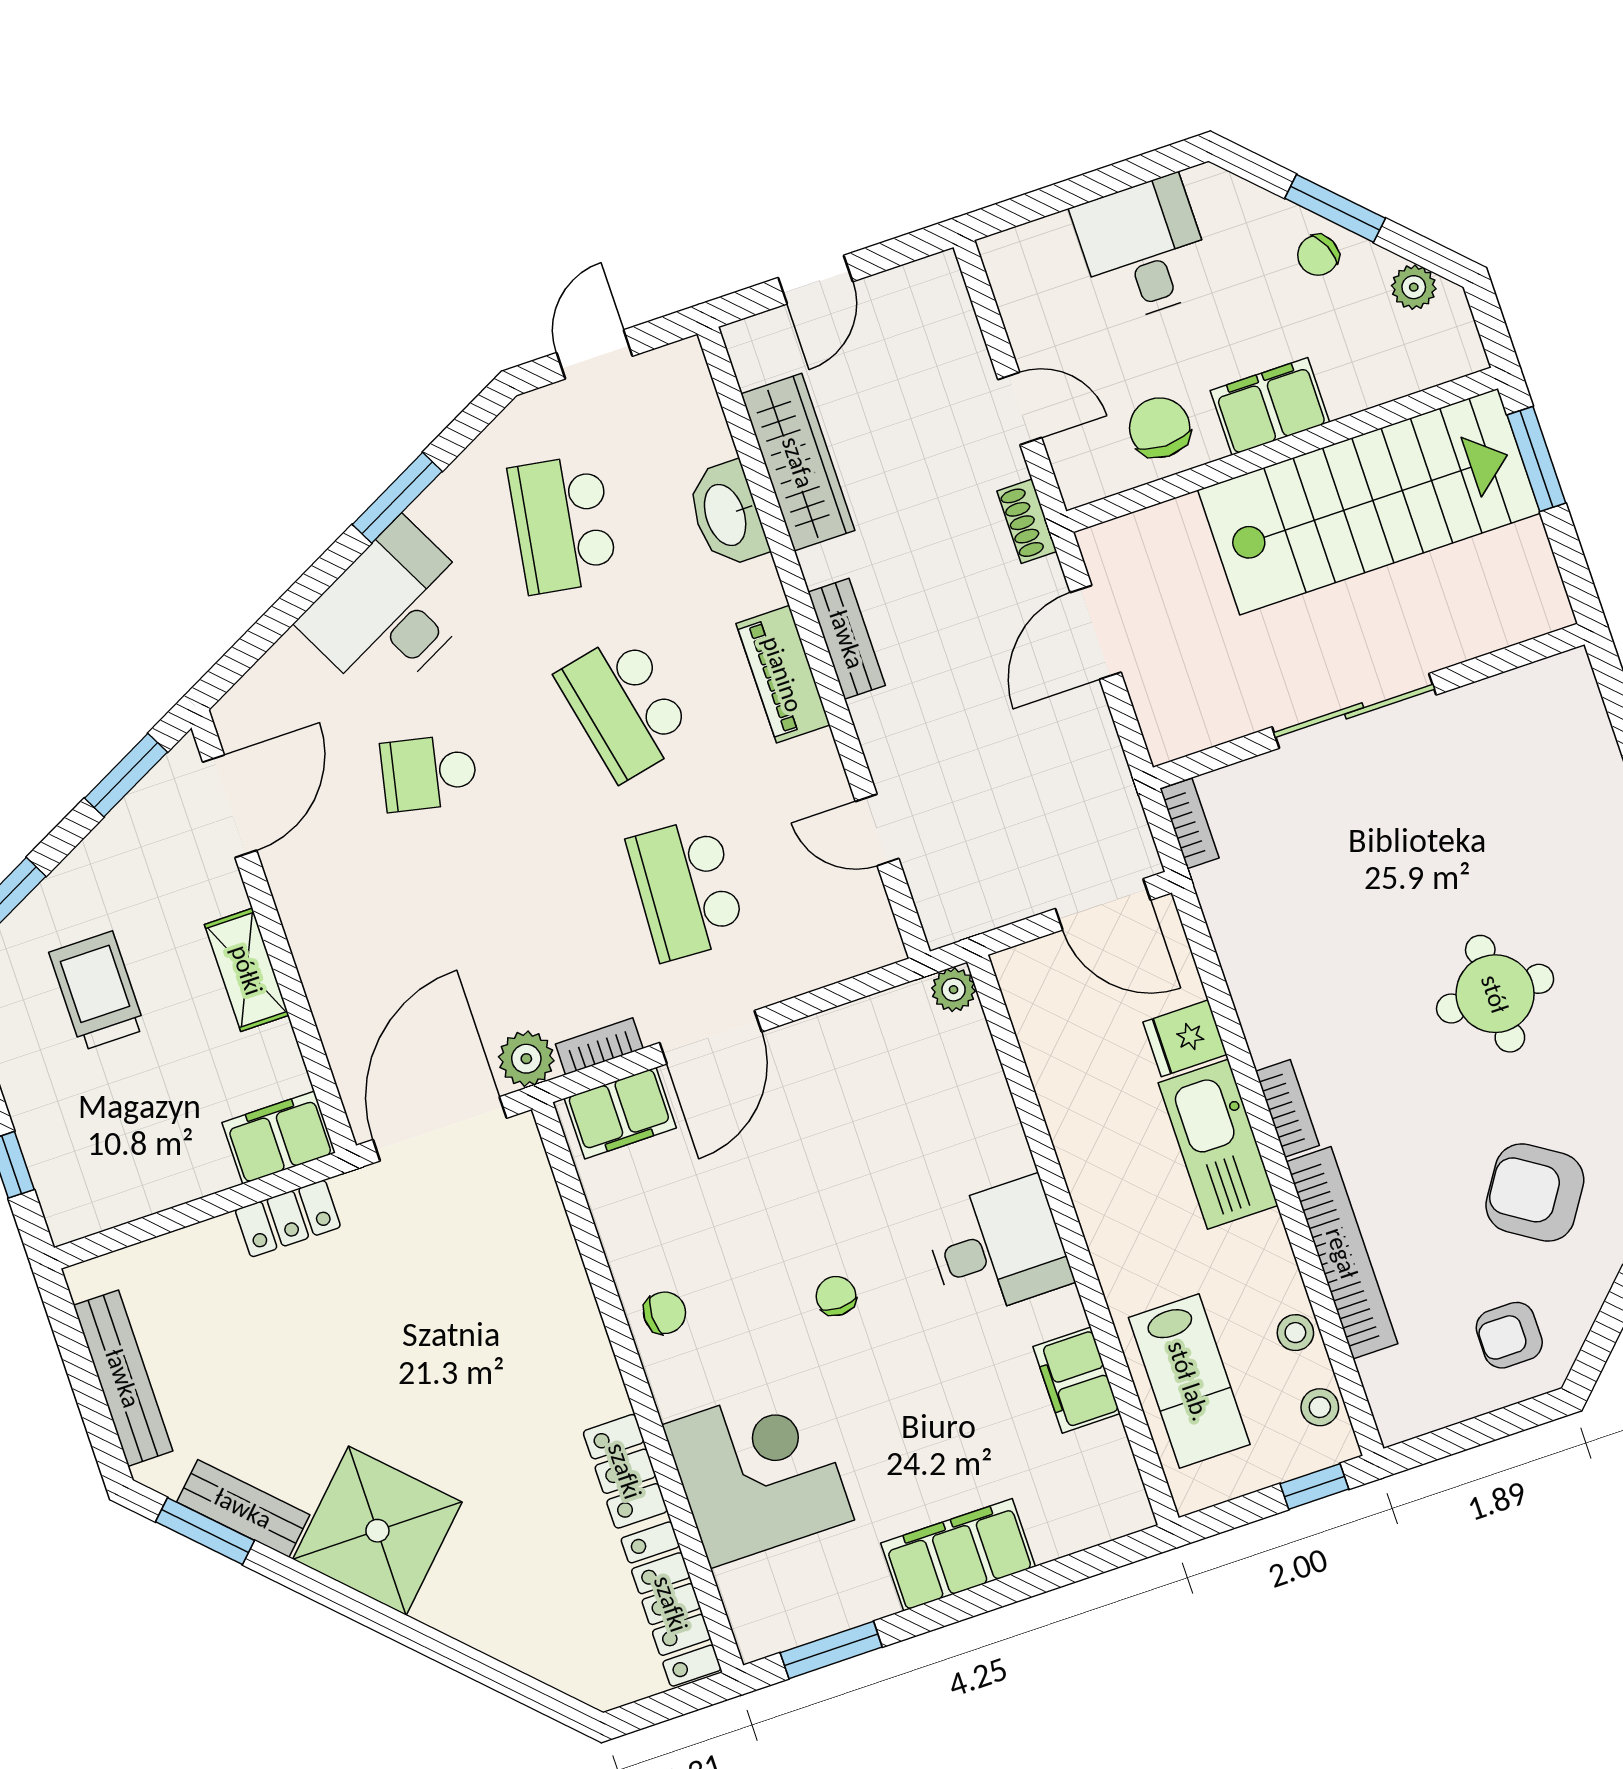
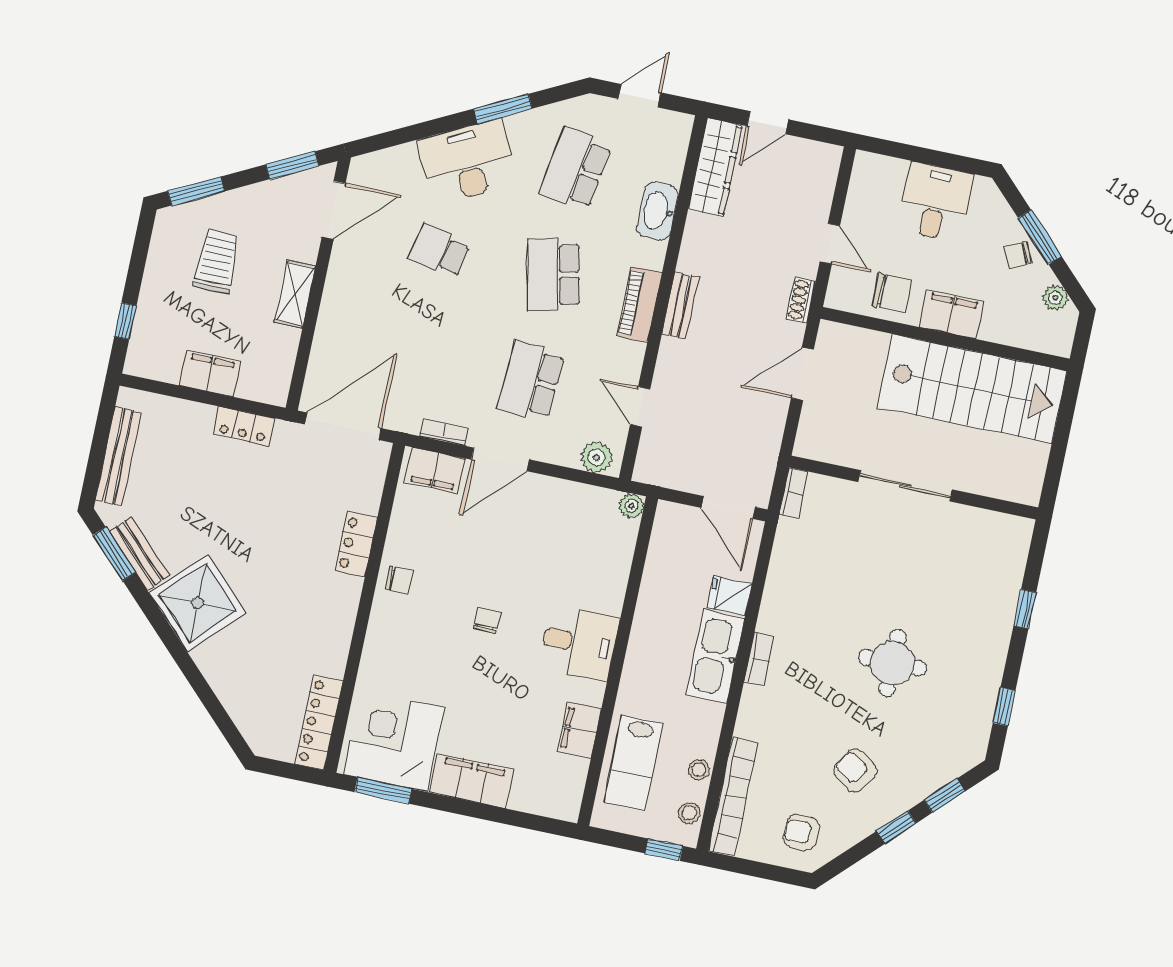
chair: (1160, 428) -> (892, 293), turned 90
window: (1536, 459) -> (1065, 416), removed
wardrobe: (798, 462) -> (715, 167), moved
plant: (526, 1059) -> (596, 457), moved
filing cabinet: (279, 1137) -> (210, 373), moved
armchair: (1535, 1193) -> (855, 771), width x0.72, depth x0.72
bookcase: (1342, 1253) -> (733, 797), moved
locker: (625, 1471) -> (356, 544), moved
corner desk: (758, 1472) -> (394, 741), moved, turned -90

